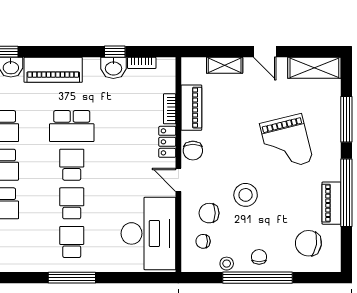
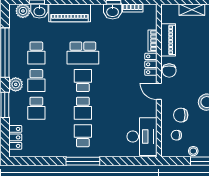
school desk: (72, 203) -> (83, 108), turned 180
desk: (148, 233) -> (142, 137), width x0.73, depth x0.77

